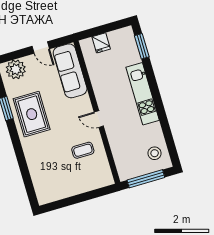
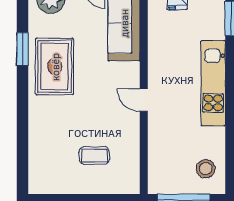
coffee table: (83, 150) -> (94, 156), moved

